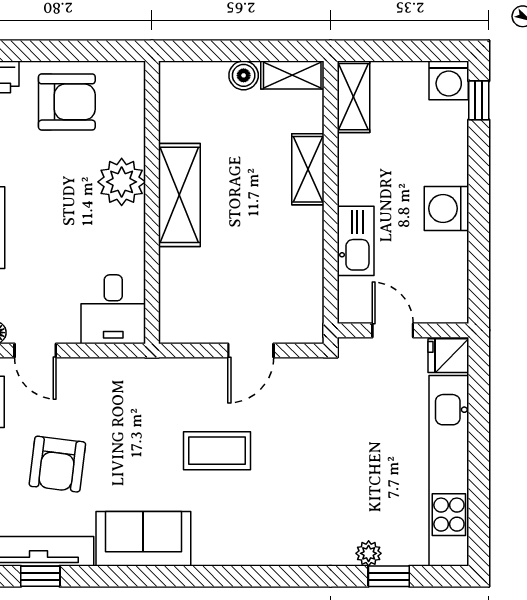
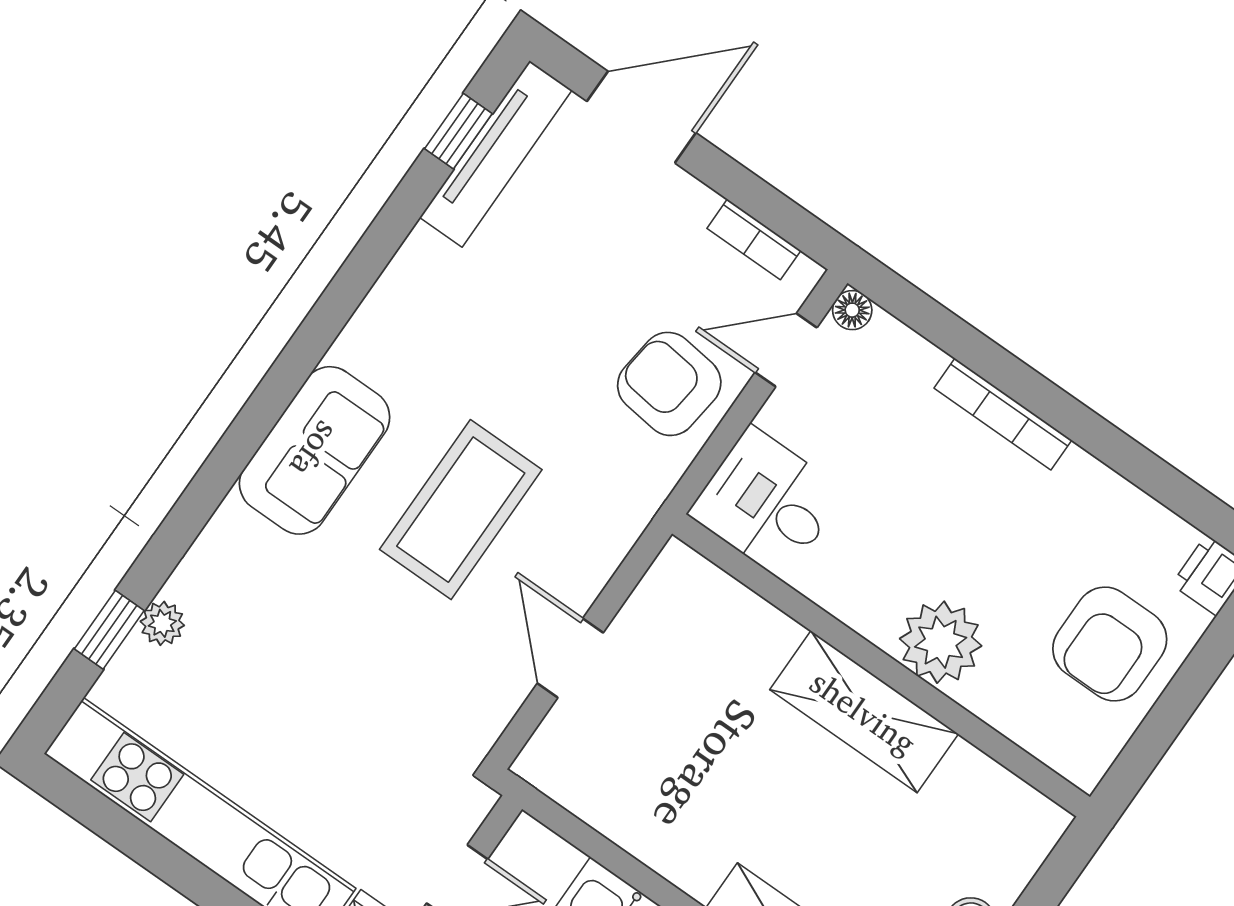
coffee table: (217, 451) -> (461, 510), width x1.36, depth x1.32
armchair: (57, 464) -> (669, 384), moved
sofa: (143, 539) -> (315, 450), moved

